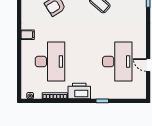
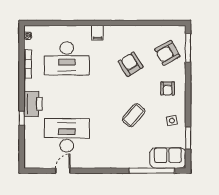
desk: (117, 62) -> (67, 135), turned 180
printer: (79, 91) -> (33, 104), moved

